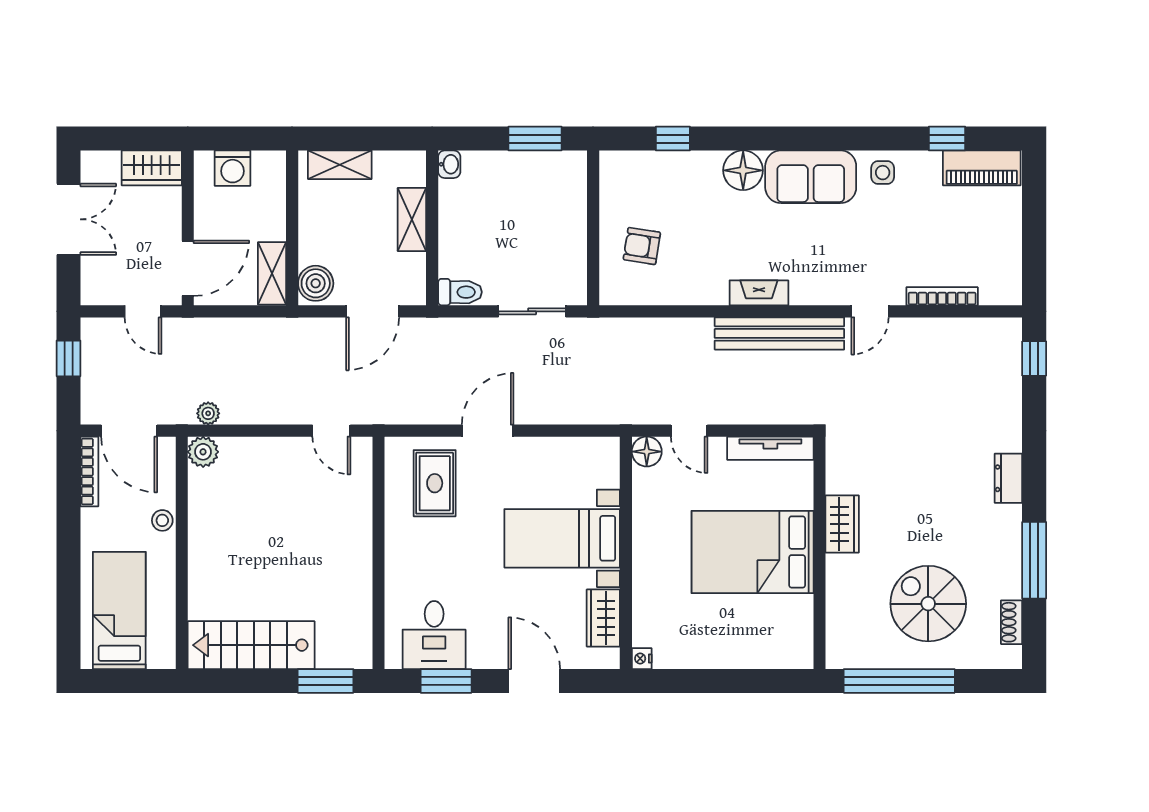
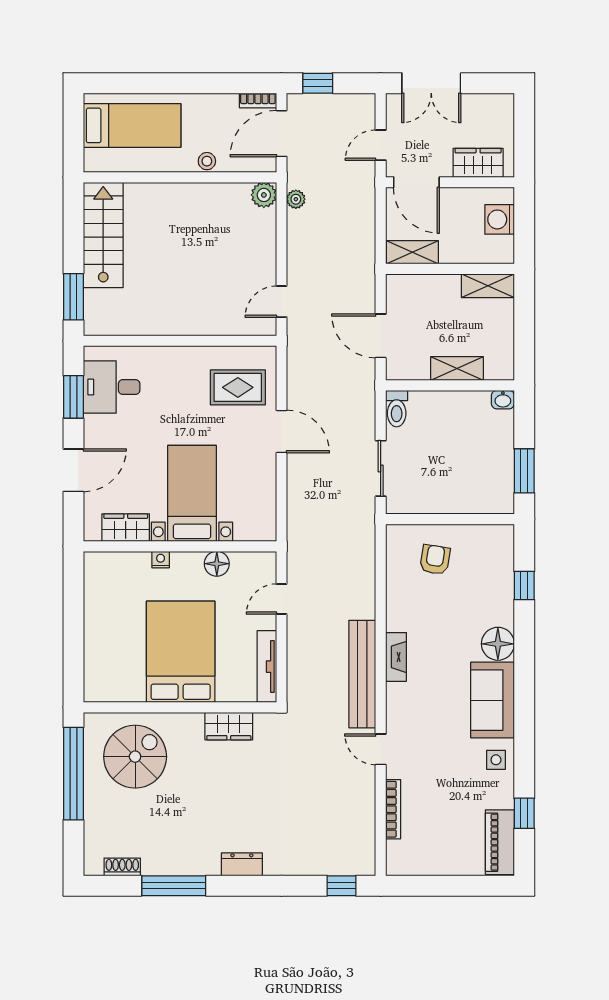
shelving: (340, 165) -> (488, 286), moved, turned 90
wardrobe: (152, 168) -> (478, 163), moved, turned 90
double door: (69, 219) -> (431, 83), moved
boiler: (316, 283) -> (404, 289), removed
window: (69, 358) -> (318, 83), moved
floor lamp: (647, 452) -> (217, 564), moved
bookcase: (89, 472) -> (258, 101), width x0.64
wardrobe: (842, 524) -> (229, 726), moved
spiral stairs: (928, 604) -> (135, 757), moved
nightstand: (642, 659) -> (161, 560), moved

